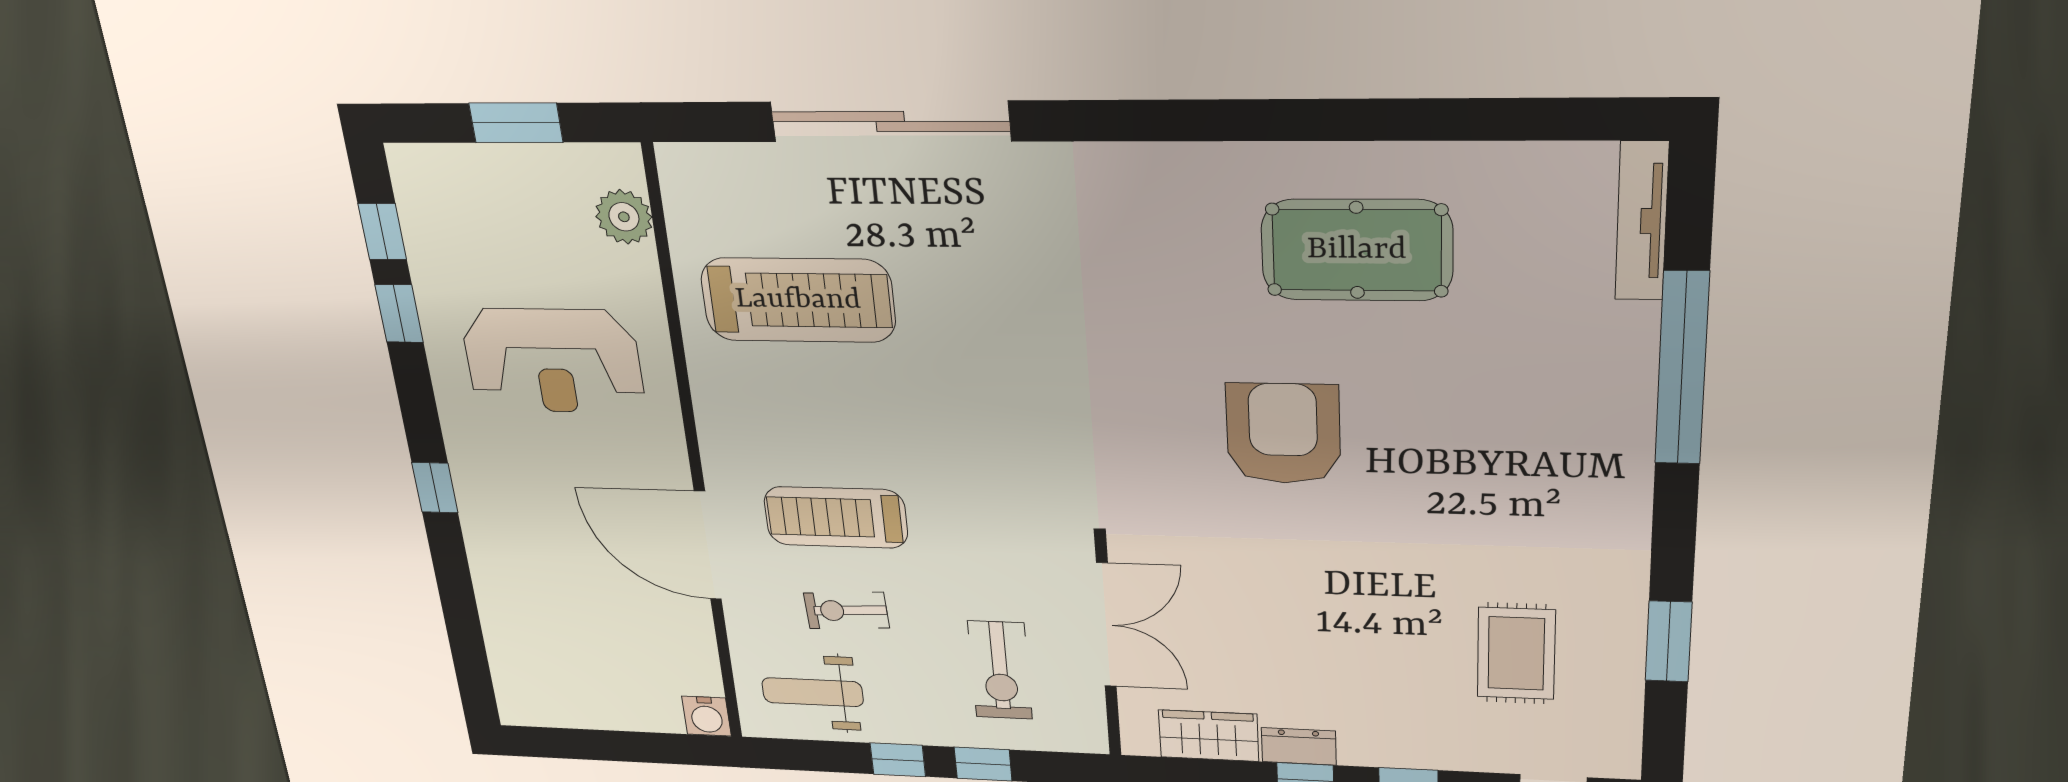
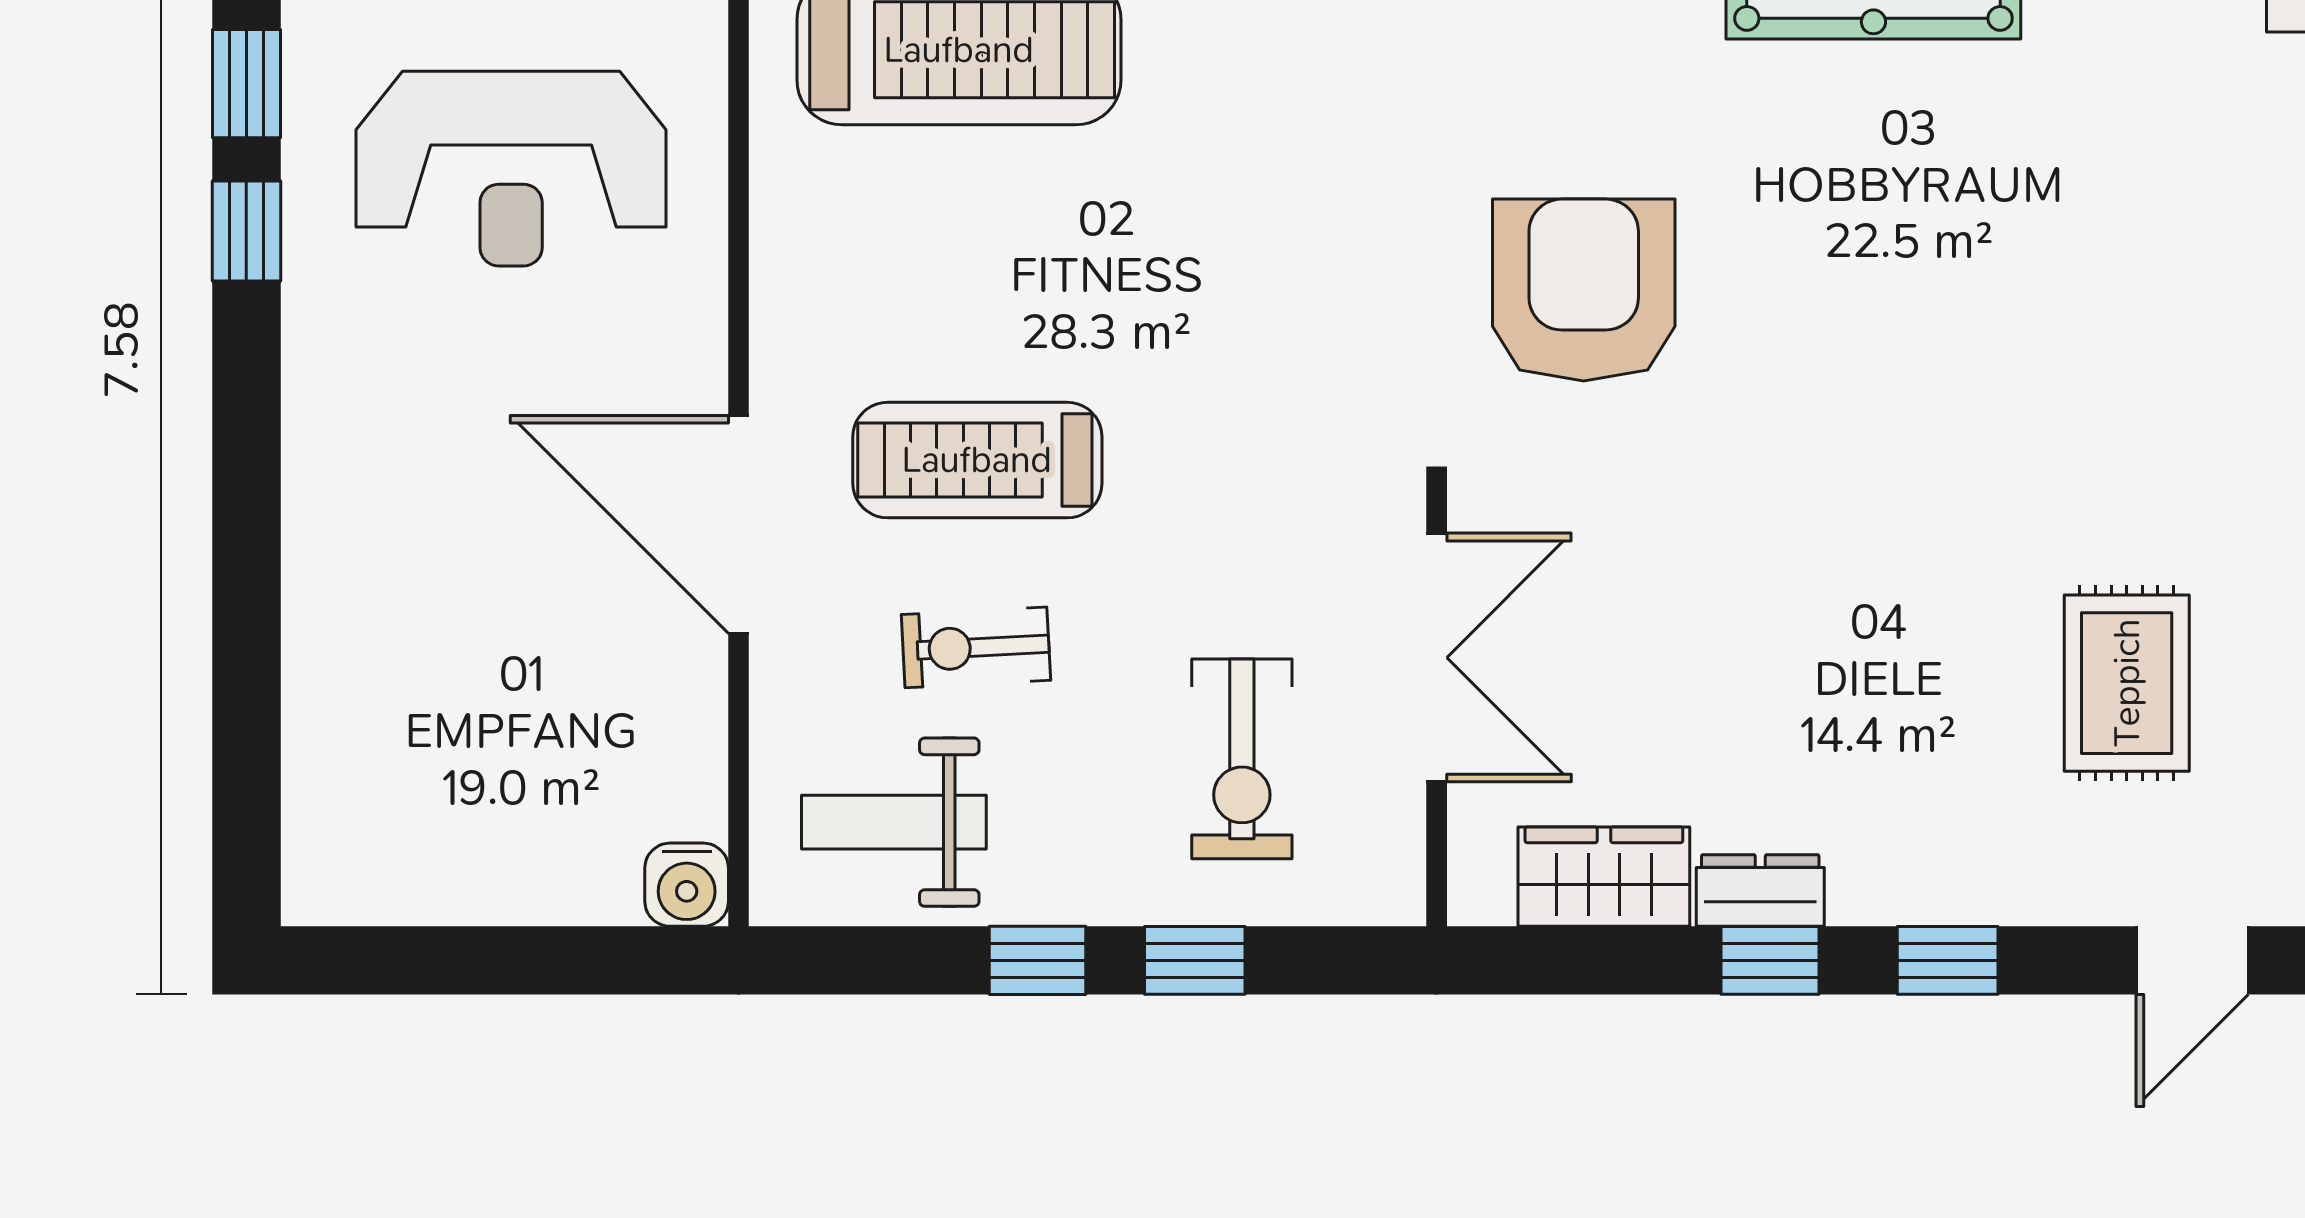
armchair: (1283, 434) -> (1584, 290), moved
window: (435, 488) -> (246, 231), moved

